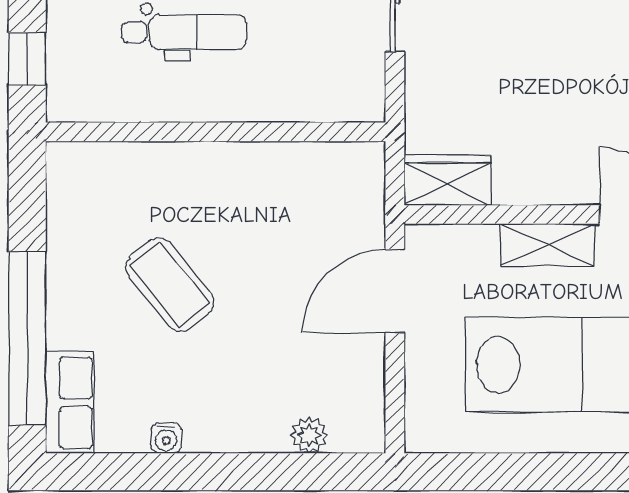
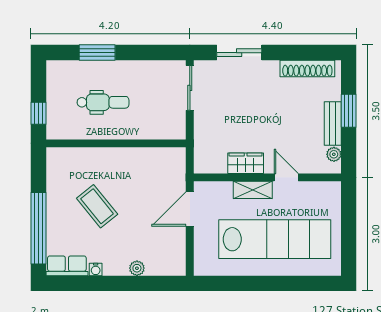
wardrobe: (447, 180) -> (246, 163), moved
row of seats: (70, 403) -> (67, 266), moved, turned -90
plant: (309, 435) -> (137, 268), moved

